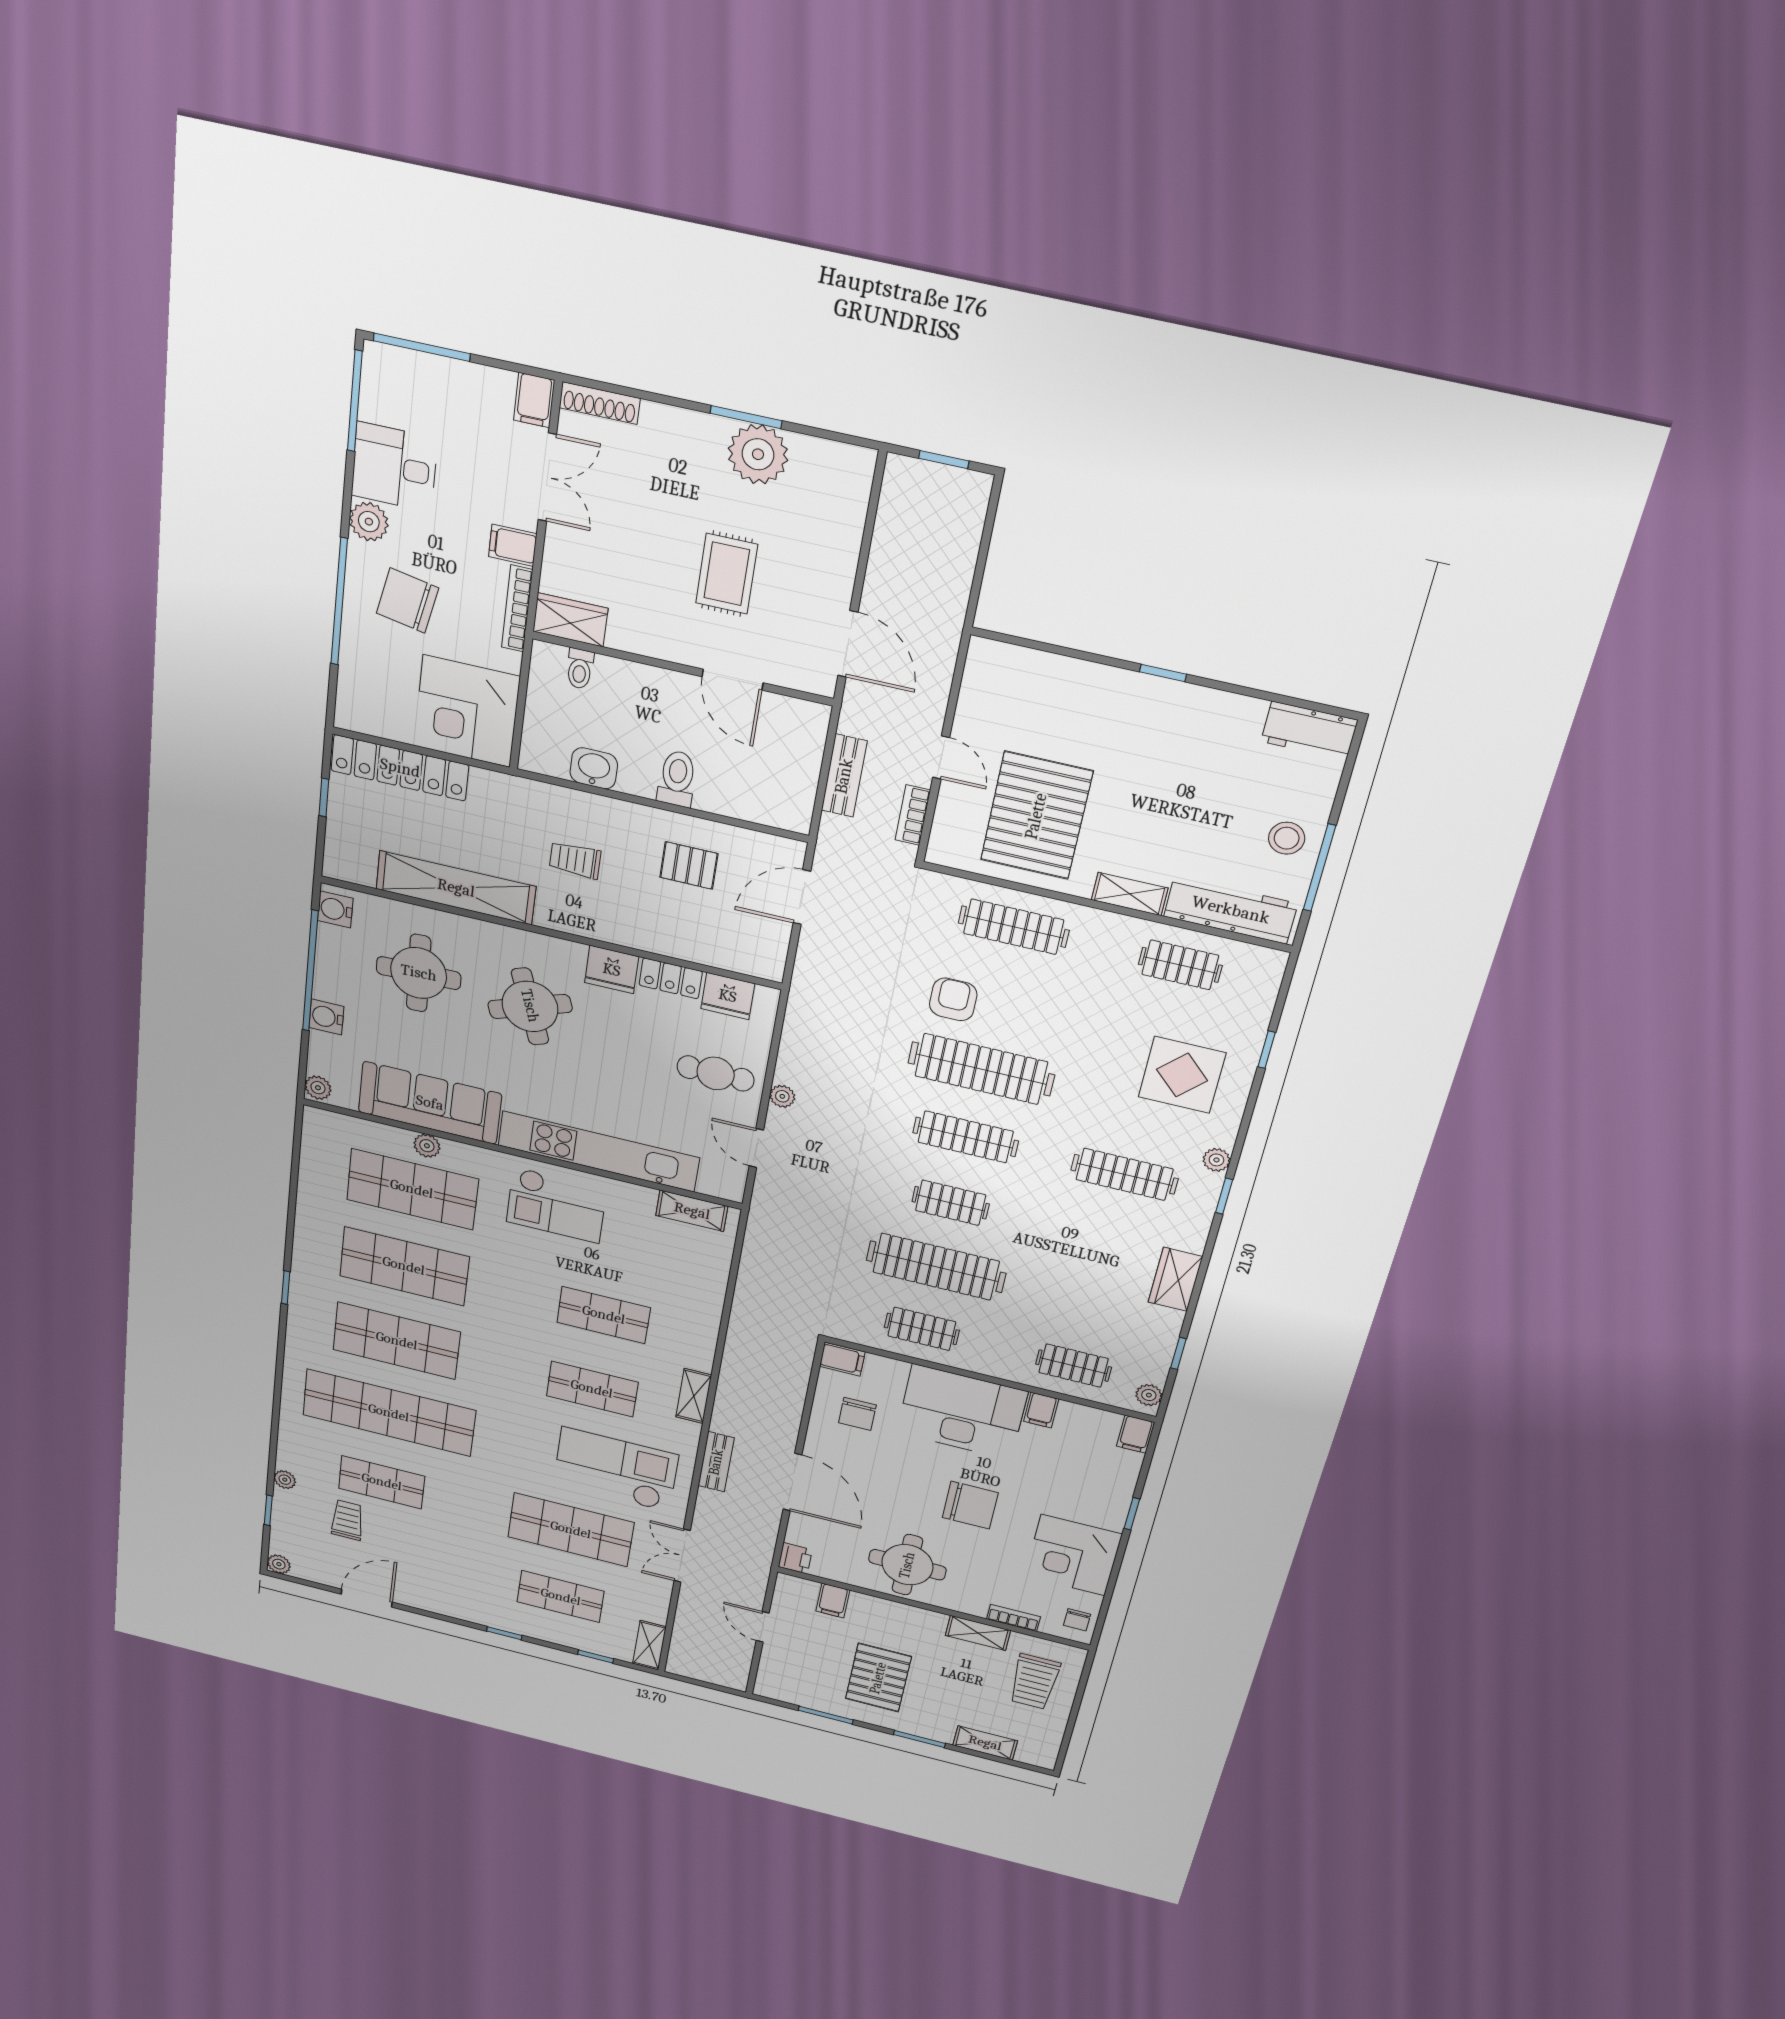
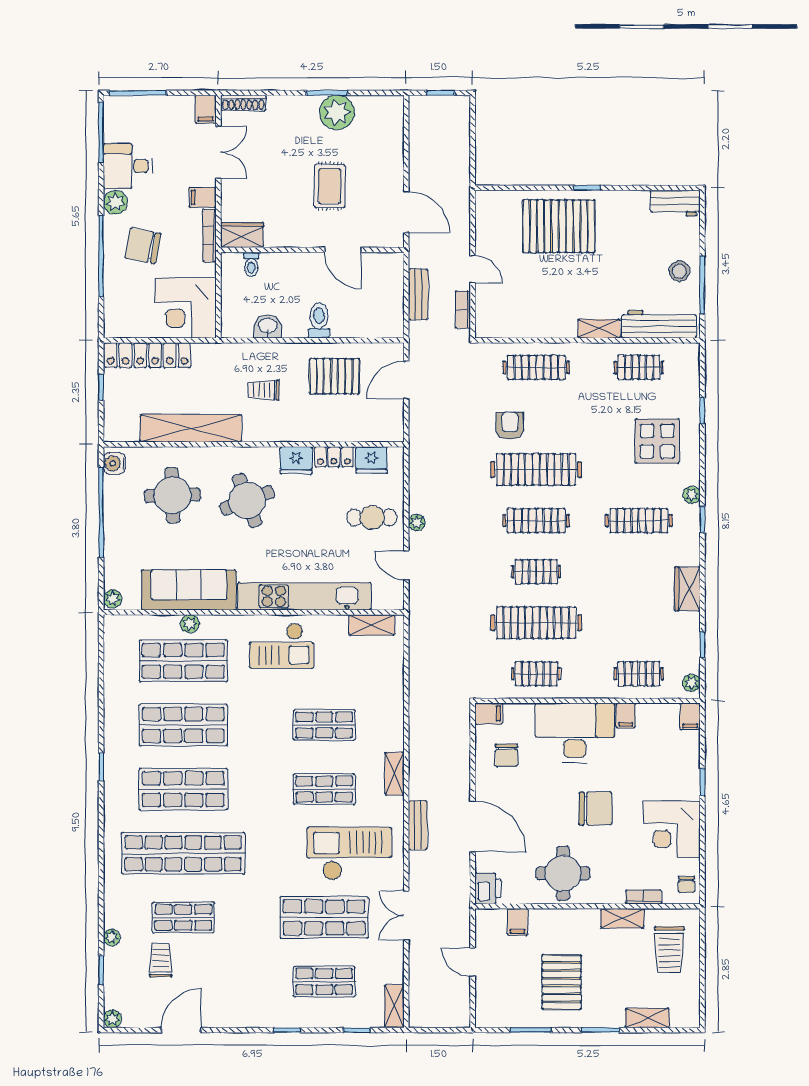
pallet: (1036, 816) -> (559, 226), moved, turned 90
pallet: (689, 865) -> (334, 376), width x1.50, depth x1.42
water cooler: (327, 1017) -> (114, 544), removed
printer: (795, 1558) -> (488, 888), width x1.36, depth x1.24

